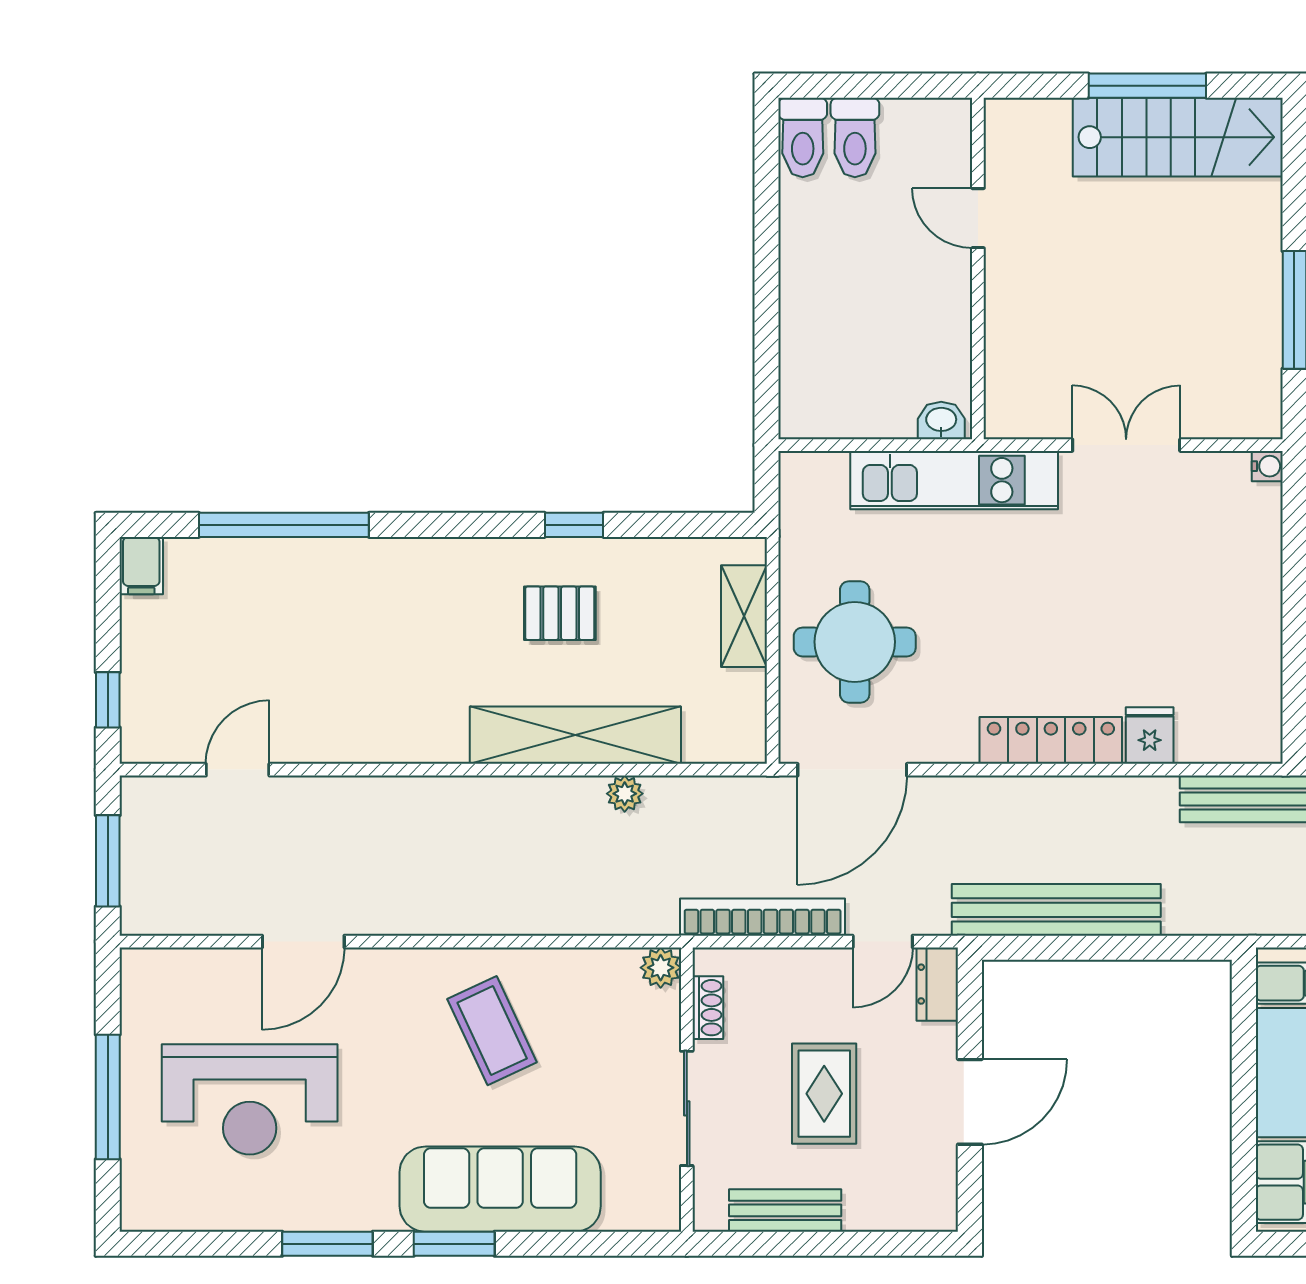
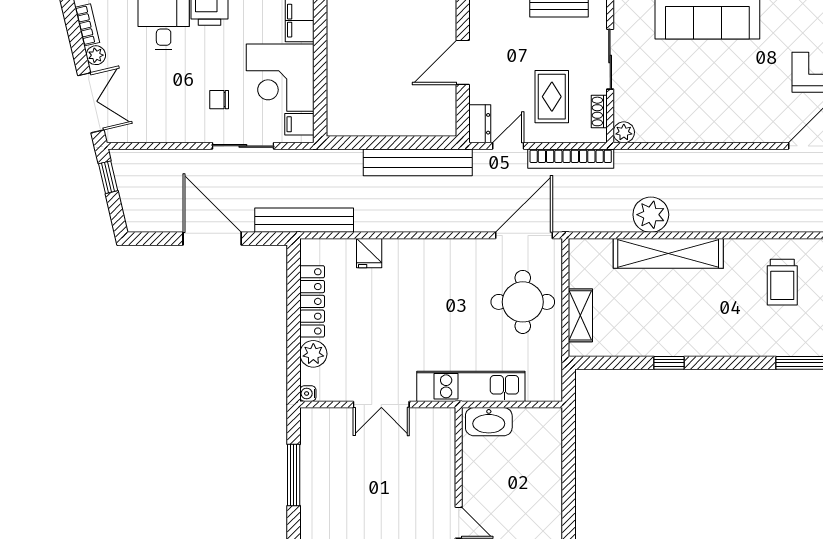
washbasin: (941, 421) -> (489, 422), width x1.91, depth x1.45
plant: (1257, 542) -> (313, 354), added
pallet: (560, 613) -> (676, 317), removed
trolley: (356, 680) -> (782, 282), added
locker: (1051, 740) -> (312, 301), moved, turned -90
plant: (625, 794) -> (651, 215), width x1.87, depth x1.87
coffee table: (492, 1031) -> (712, 100), removed
rug: (824, 1094) -> (552, 97), moved

